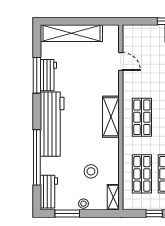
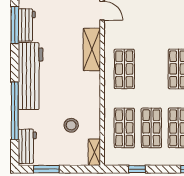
shelving: (111, 117) -> (92, 49), moved
stool: (84, 204) -> (63, 159), removed

